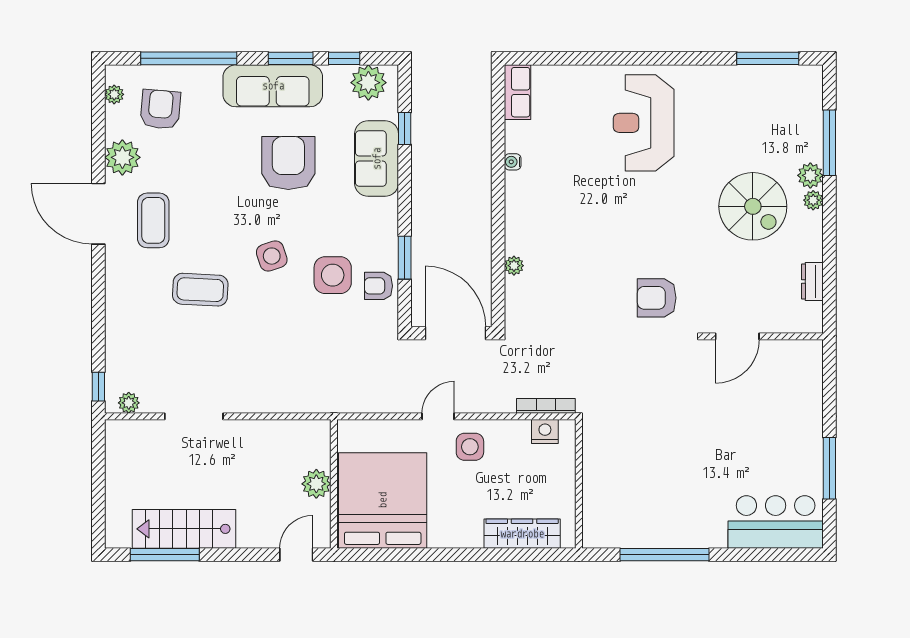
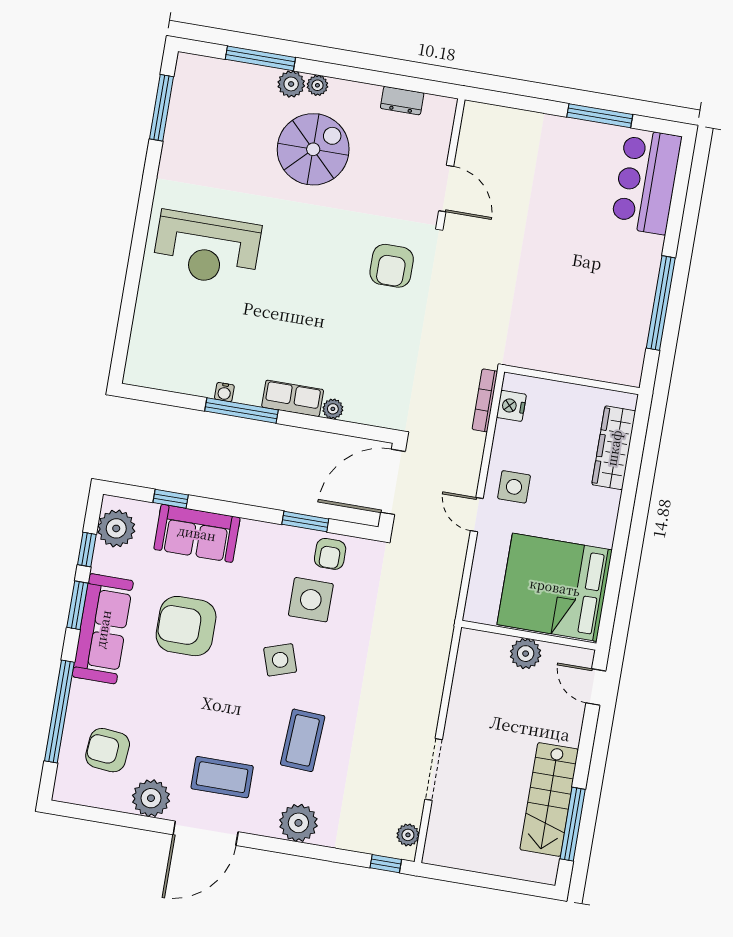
row of seats: (517, 92) -> (293, 398), moved
plant: (114, 94) -> (298, 823), moved, width x1.87, depth x1.87
window: (498, 181) -> (241, 411), added

